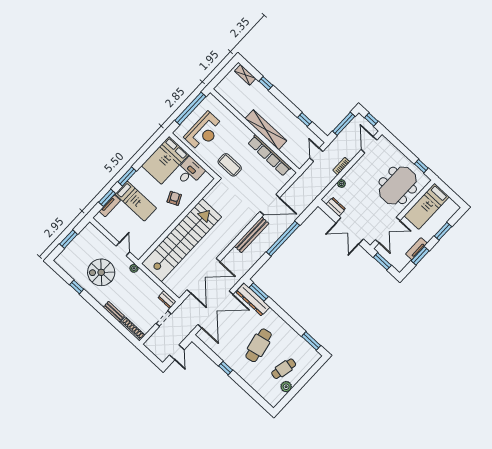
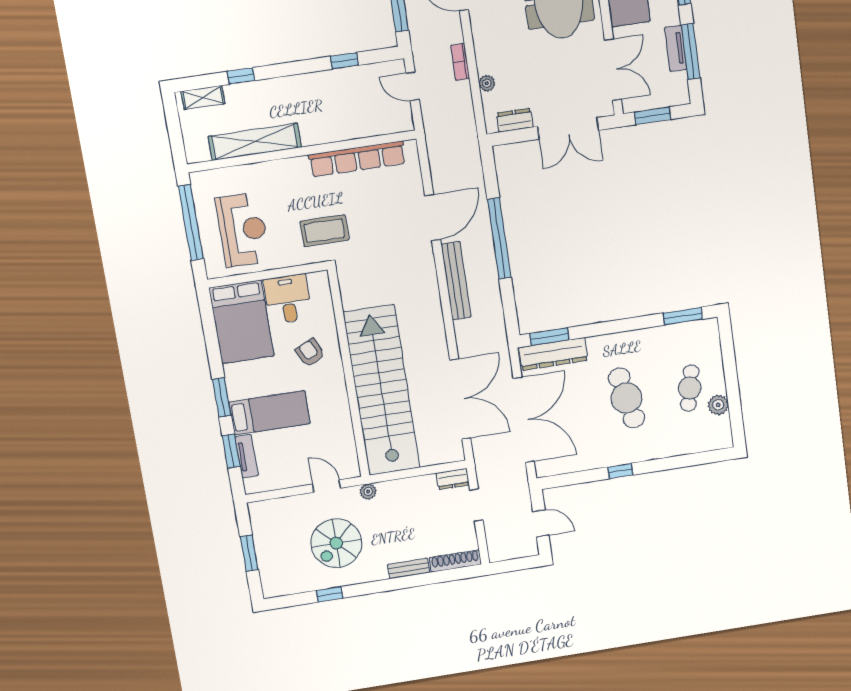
shelving: (266, 130) -> (255, 142), moved
window: (420, 256) -> (691, 52), width x1.44

